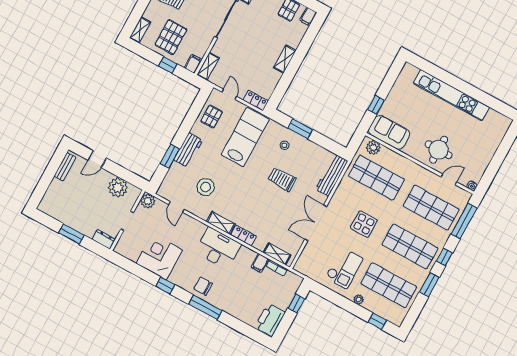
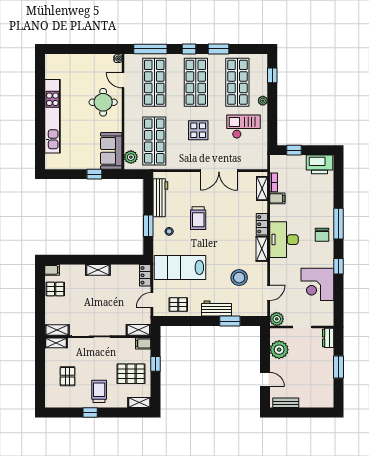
workbench: (332, 175) -> (160, 198), moved, turned -90

